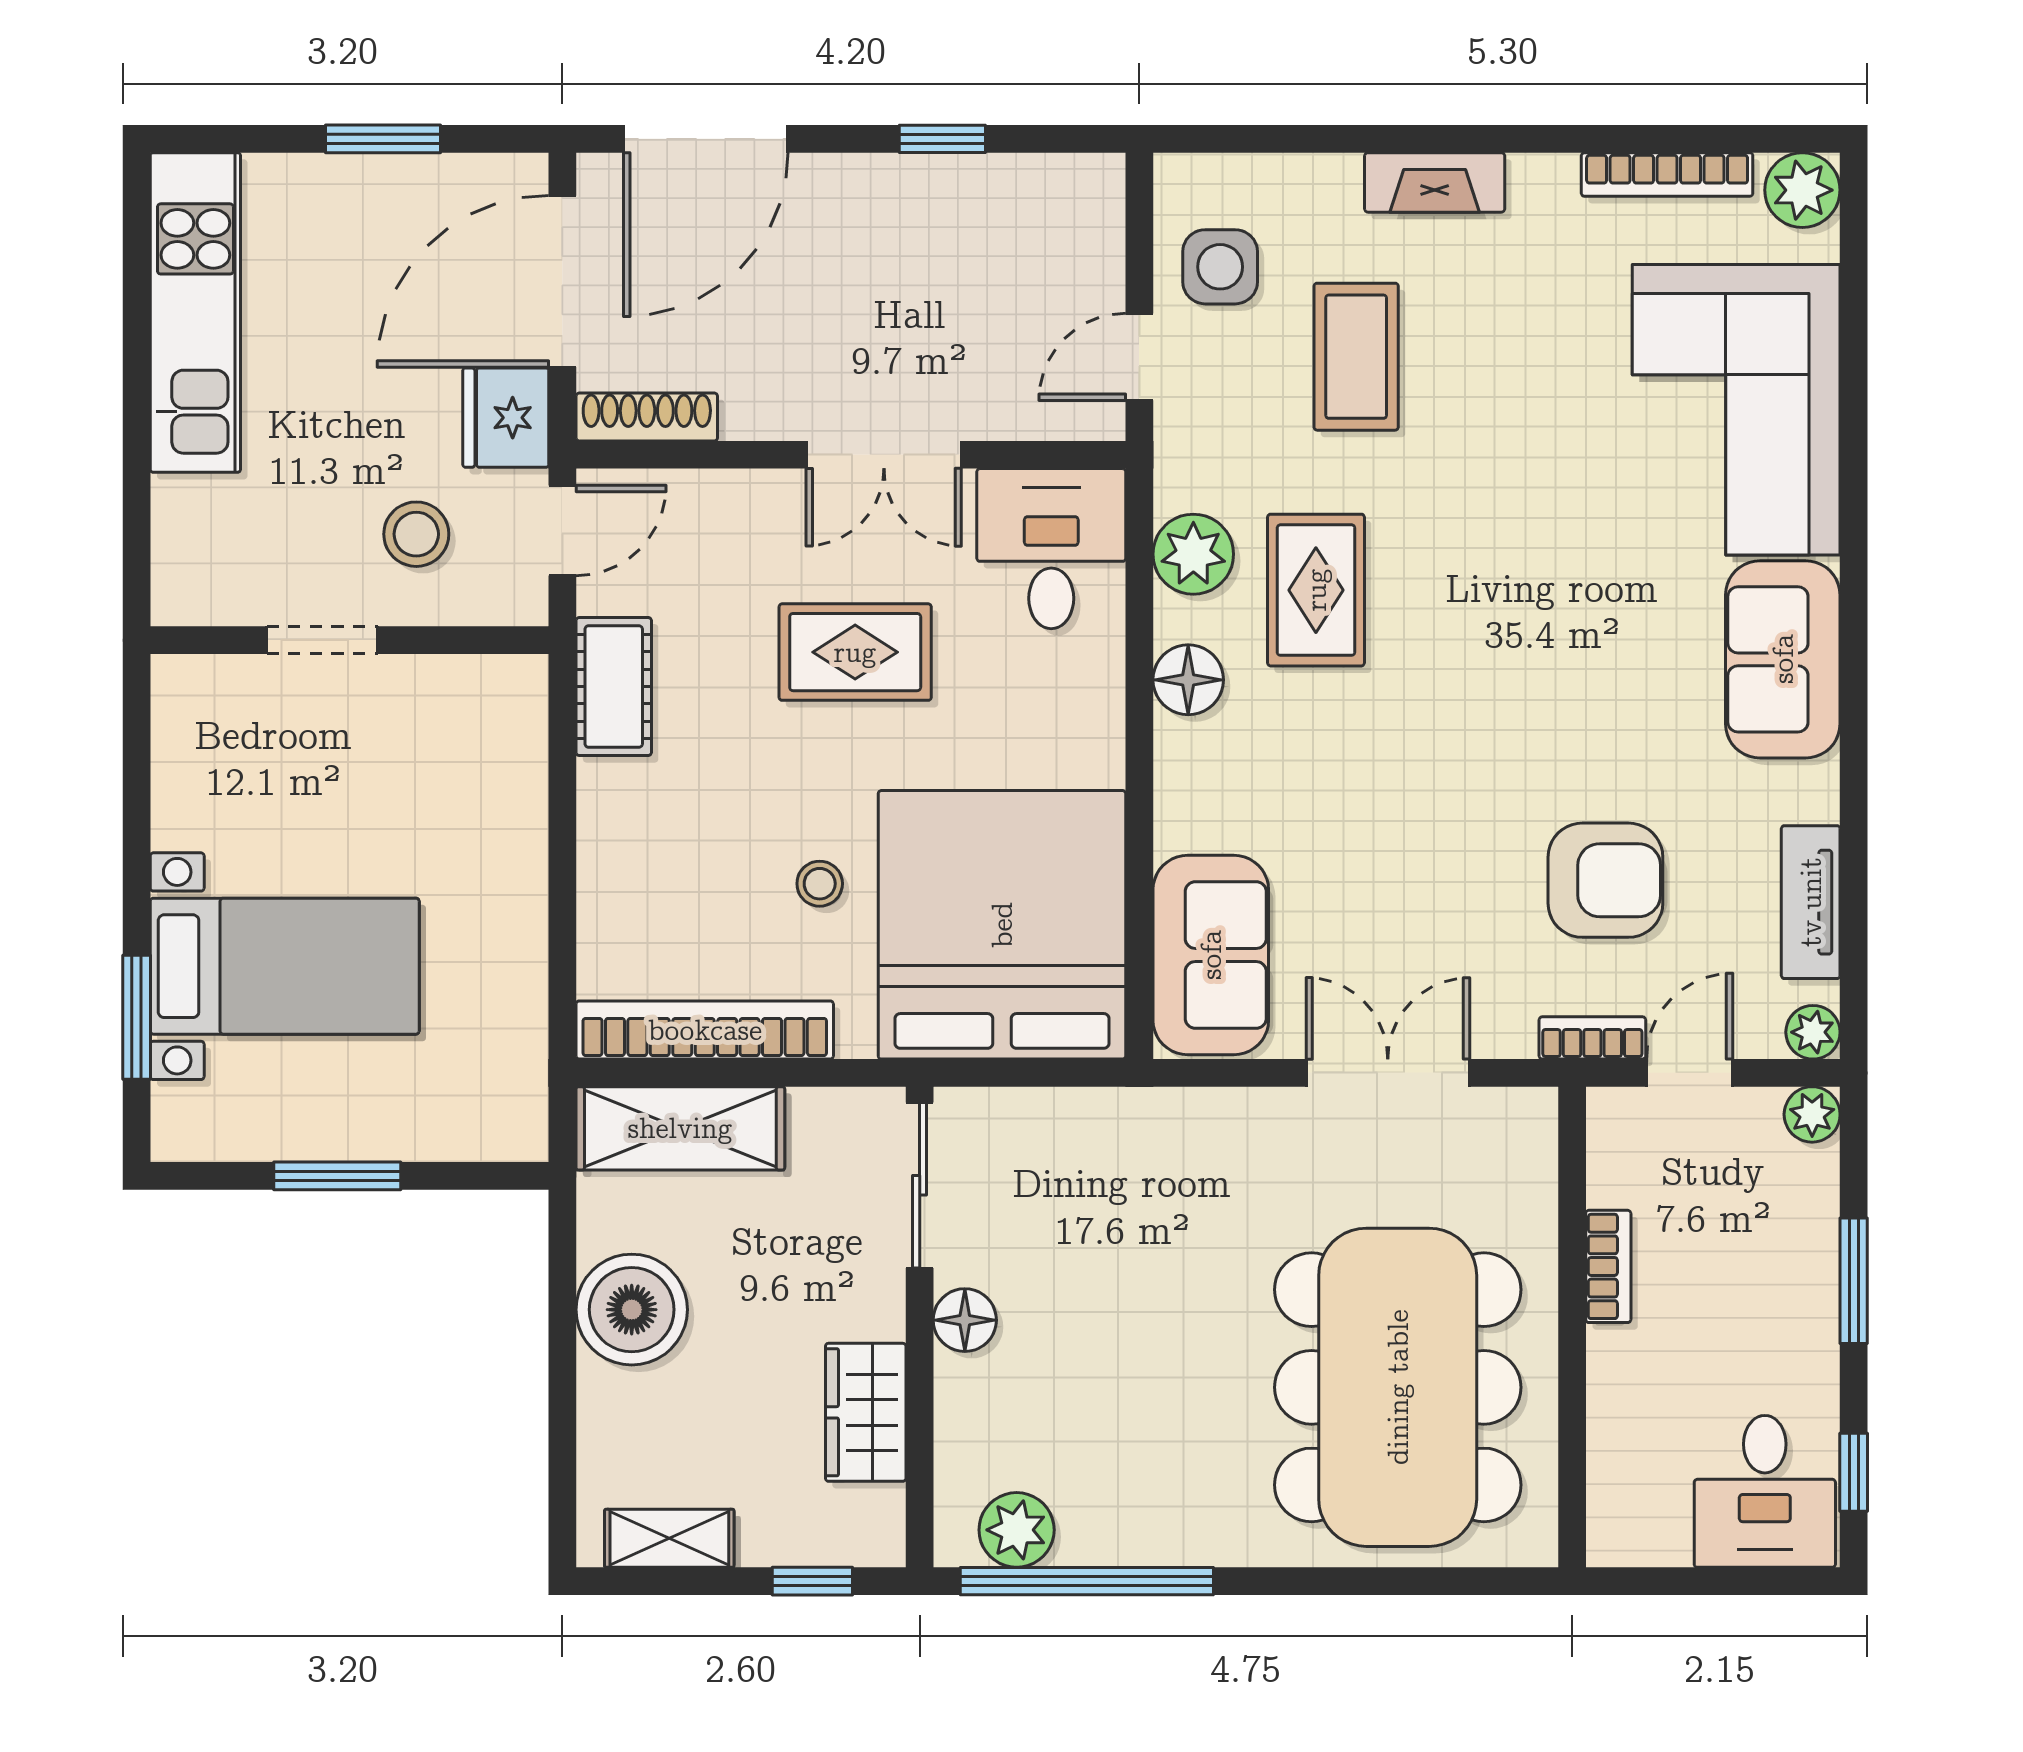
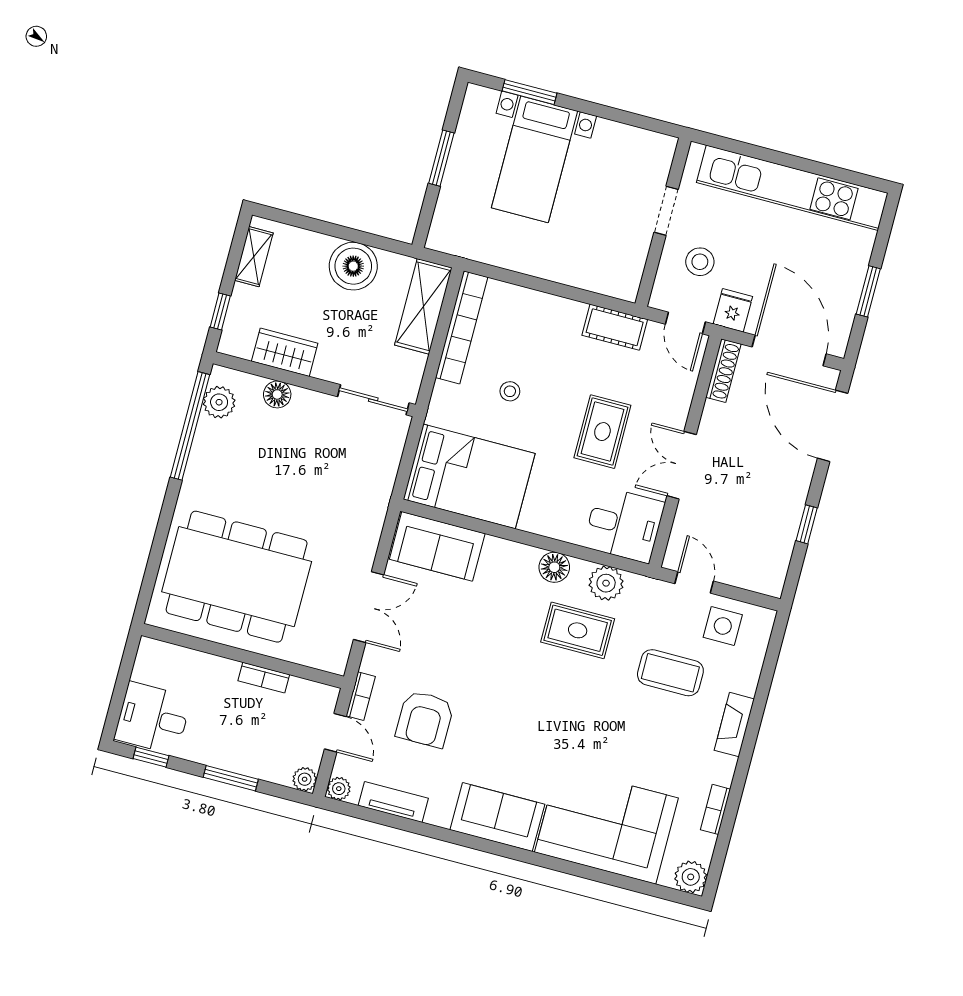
bookcase: (1667, 174) -> (715, 809), width x0.64
kitchen unit: (195, 313) -> (792, 188), width x1.36
fridge: (506, 418) -> (733, 310), width x0.72
bed: (1002, 925) -> (469, 476), width x0.73
floor lamp: (965, 1320) -> (277, 394), moved

